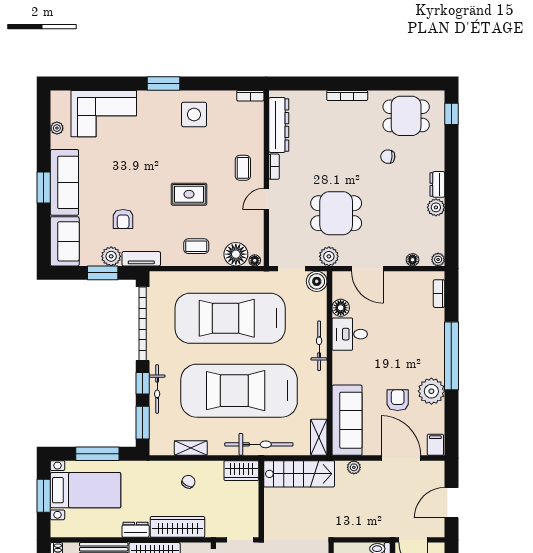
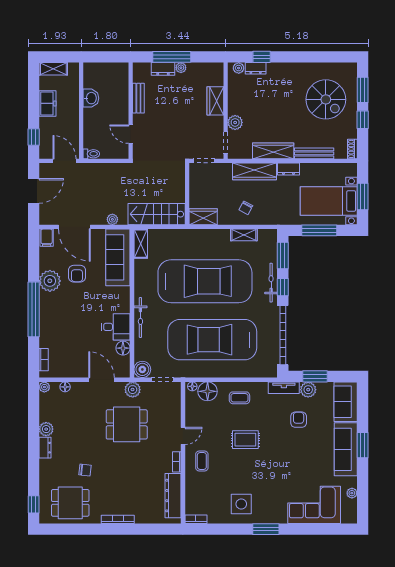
car: (230, 318) -> (212, 340), turned 180
bicycle: (259, 444) -> (189, 238), removed

